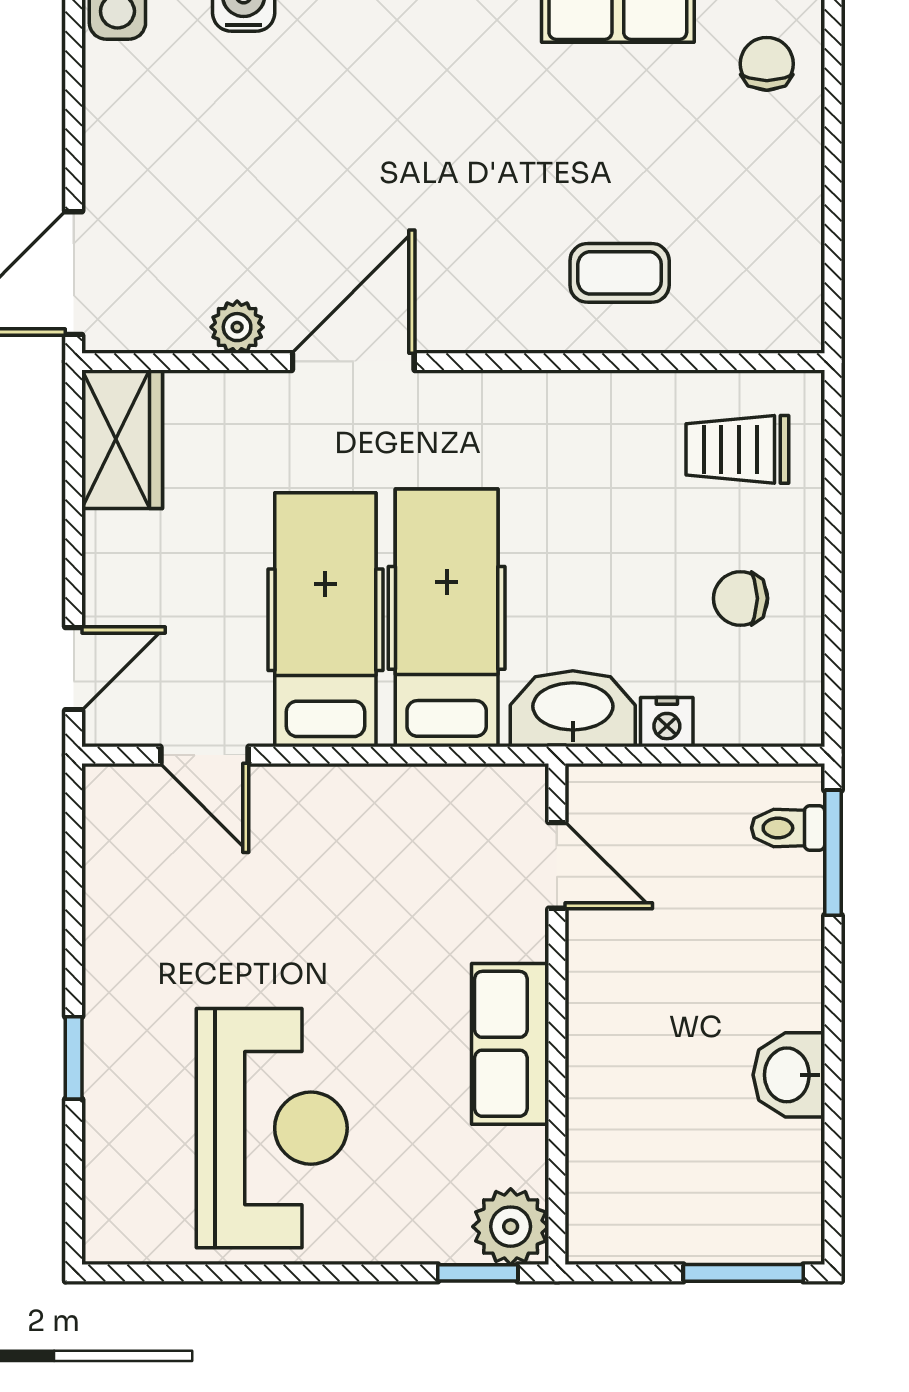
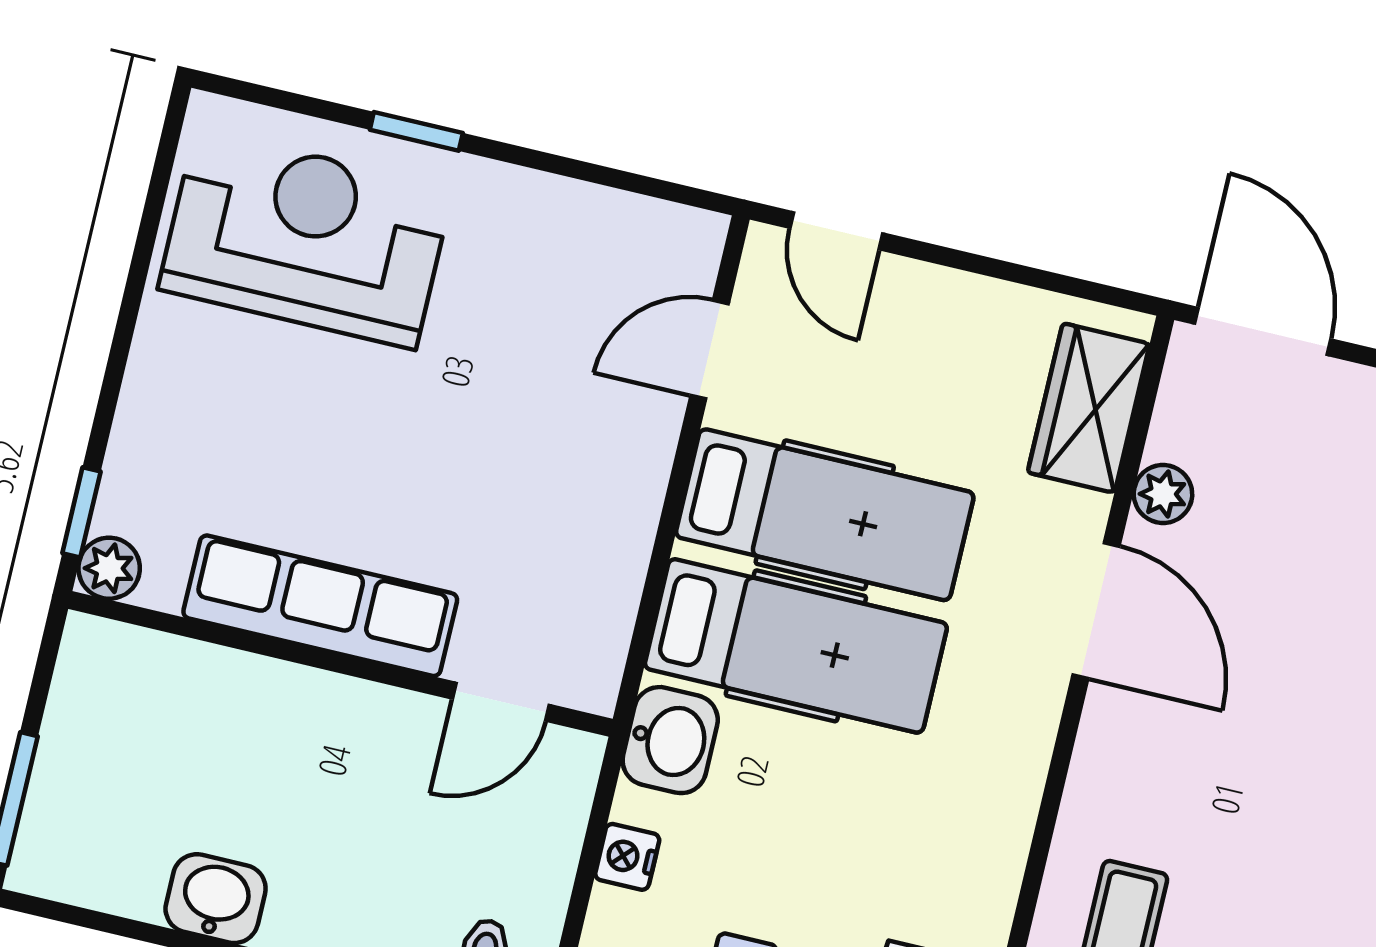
wardrobe: (122, 439) -> (1089, 408), moved, turned 90
washbasin: (573, 709) -> (670, 740), width x0.72
row of seats: (510, 1044) -> (320, 606), width x1.48
reception desk: (272, 1128) -> (306, 239), moved, turned 180
plant: (511, 1227) -> (109, 568), width x0.73, depth x0.73

